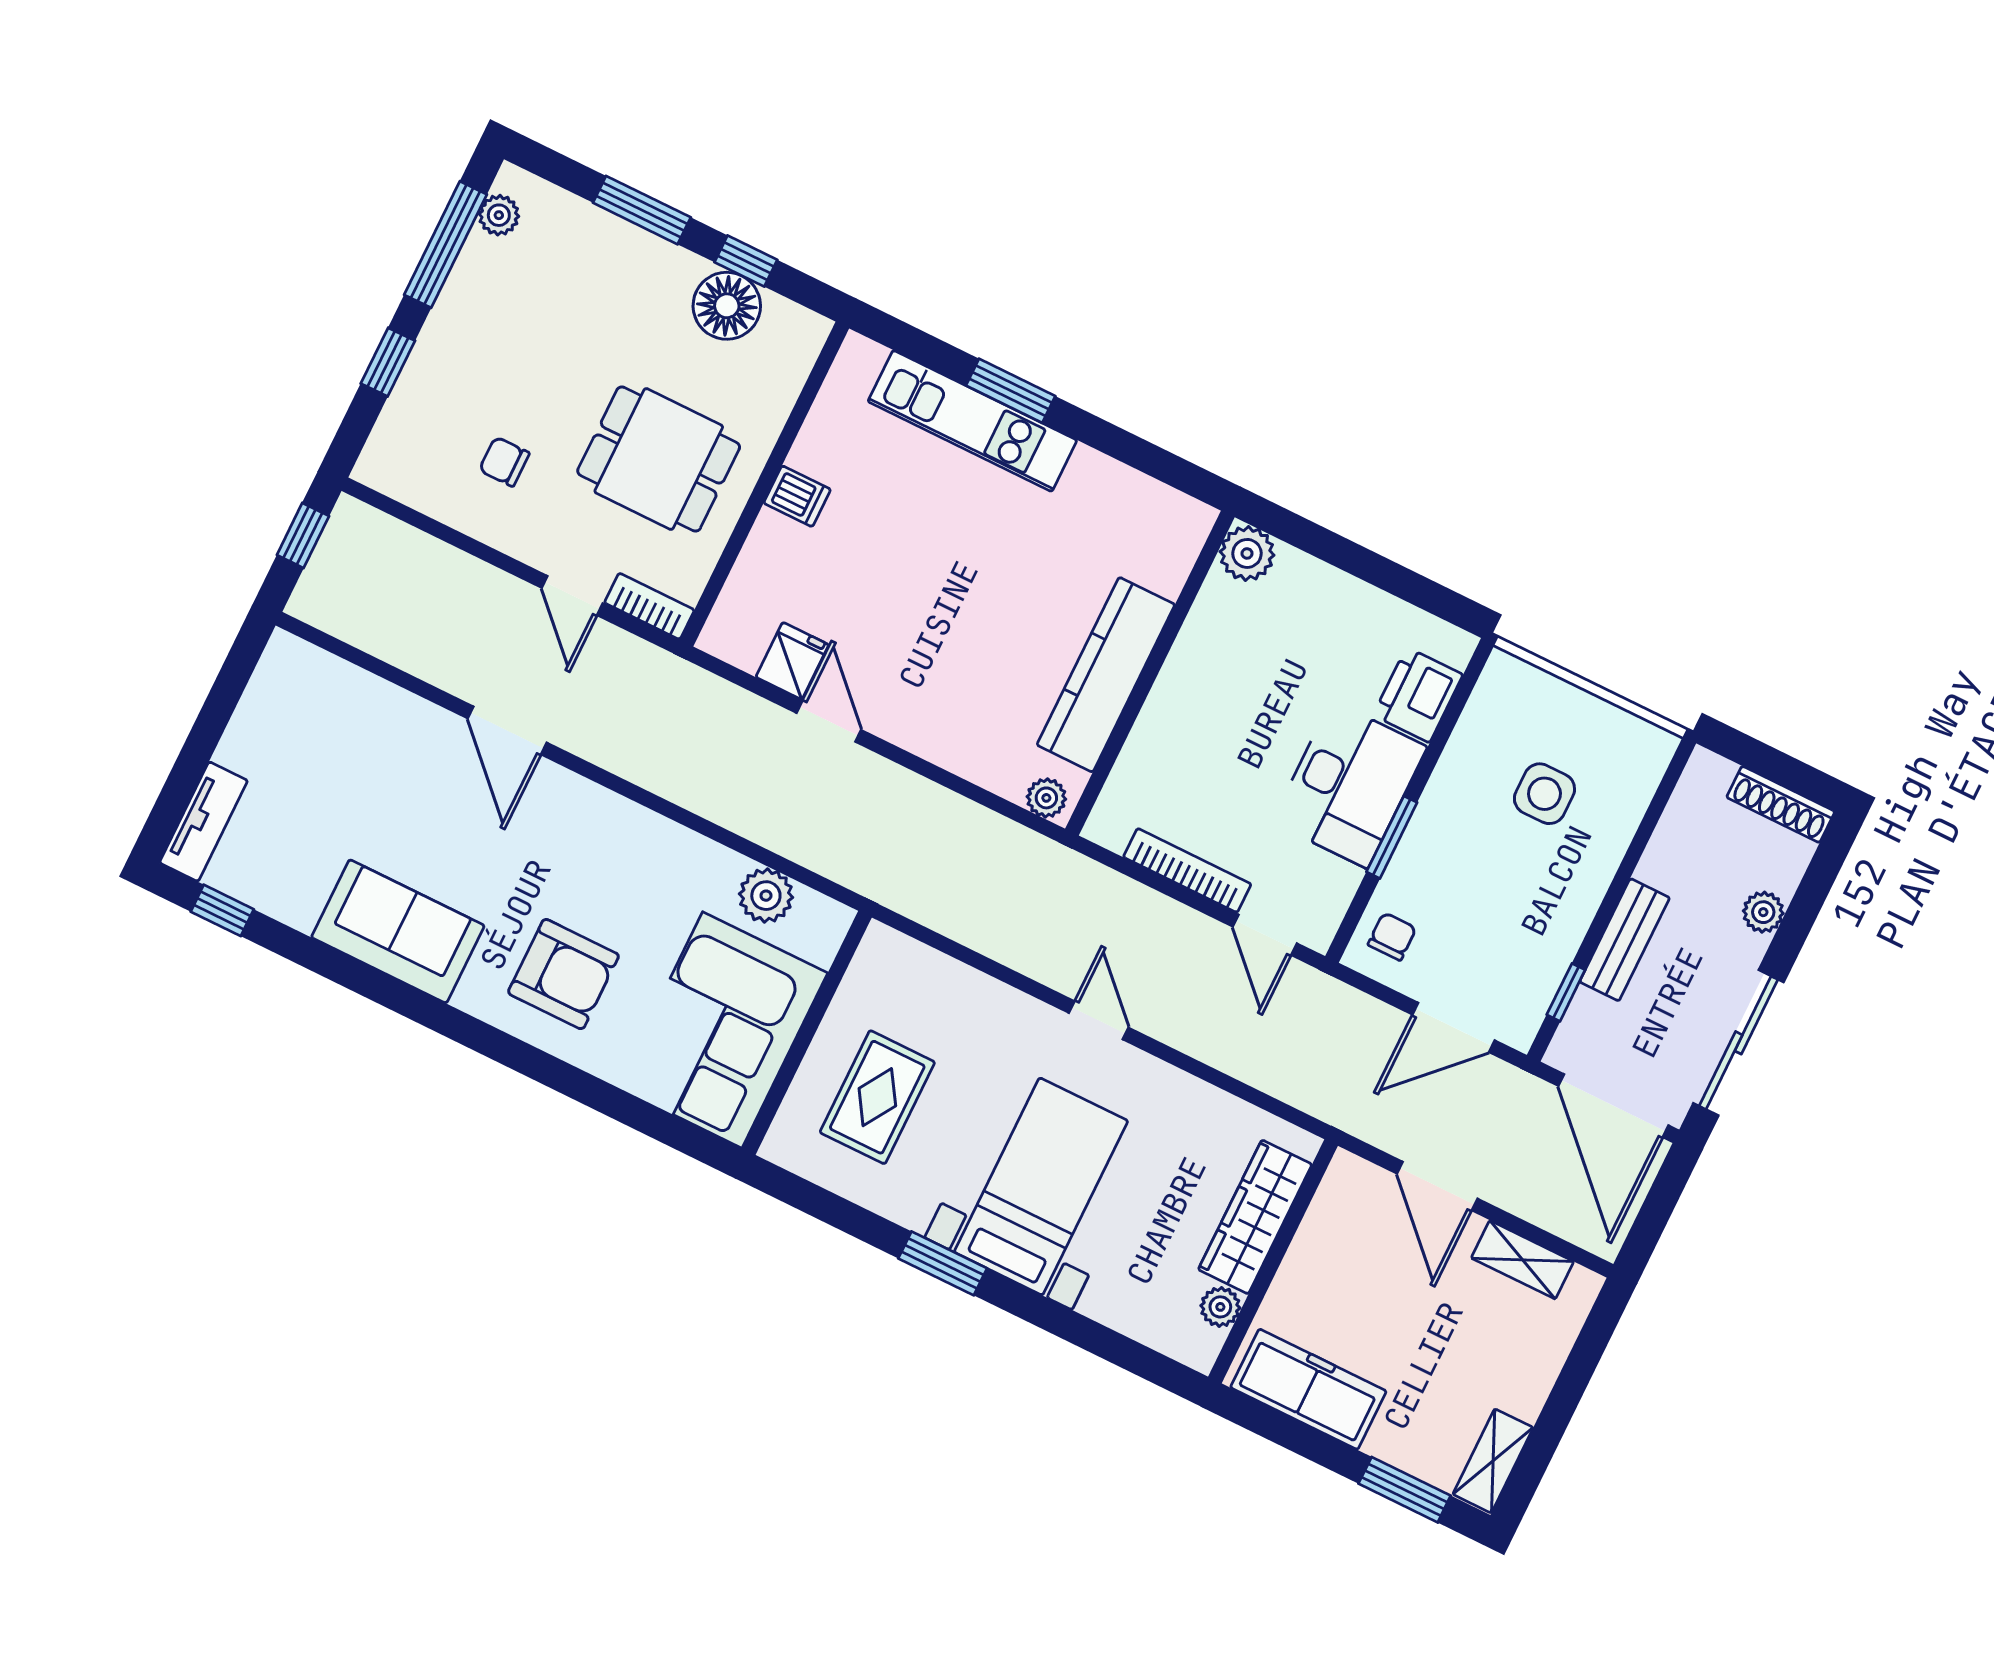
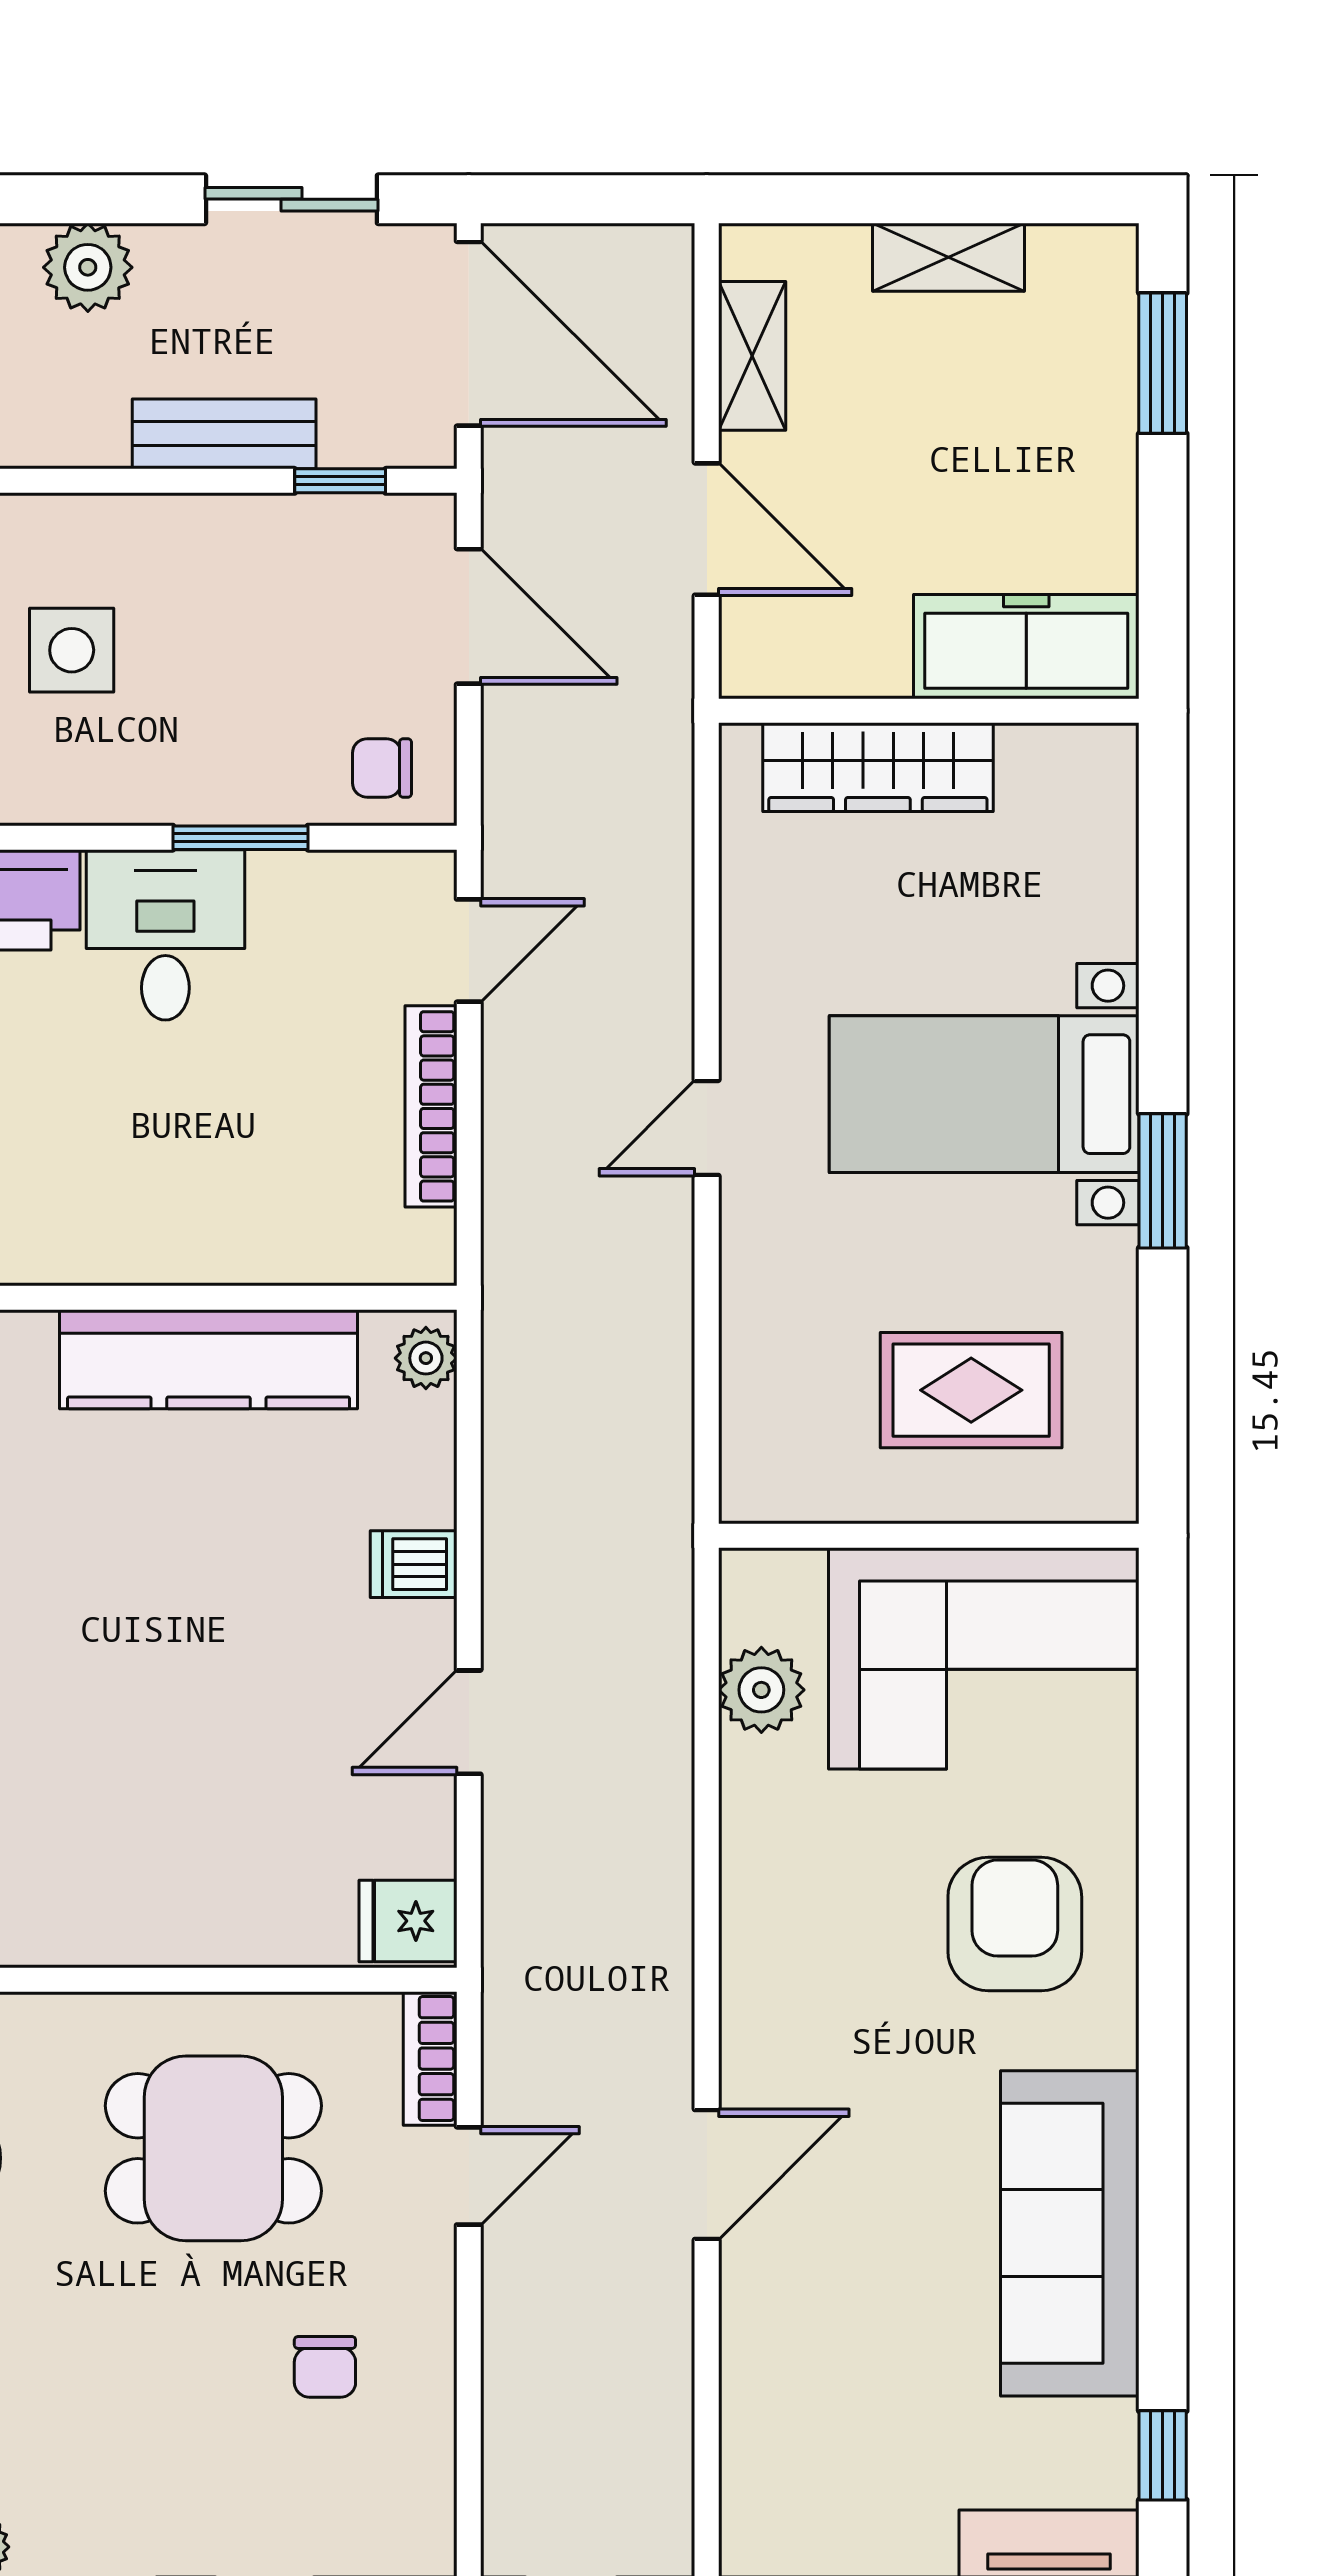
dining table: (659, 459) -> (213, 2148), turned 90
dishwasher: (797, 496) -> (414, 1564), moved, turned -90
fridge: (792, 661) -> (408, 1921), moved
desk: (1349, 785) -> (165, 935), width x0.73
plant: (1763, 912) -> (88, 267), width x1.38, depth x1.38
sofa: (398, 931) -> (1070, 2233), width x1.36
sliding door: (1739, 1043) -> (291, 199), width x0.73
door: (1613, 1106) -> (469, 334), hinge flipped
door: (1437, 1186) -> (707, 529), hinge flipped
plant: (1220, 1307) -> (1031, 754), removed
freezer: (1308, 1389) -> (1026, 647), moved, turned 90
shelving: (1493, 1461) -> (949, 257), moved

